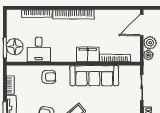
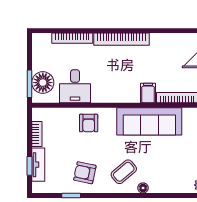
filing cabinet: (88, 55) -> (148, 93), width x0.50
armchair: (49, 77) -> (89, 123), turned 90

